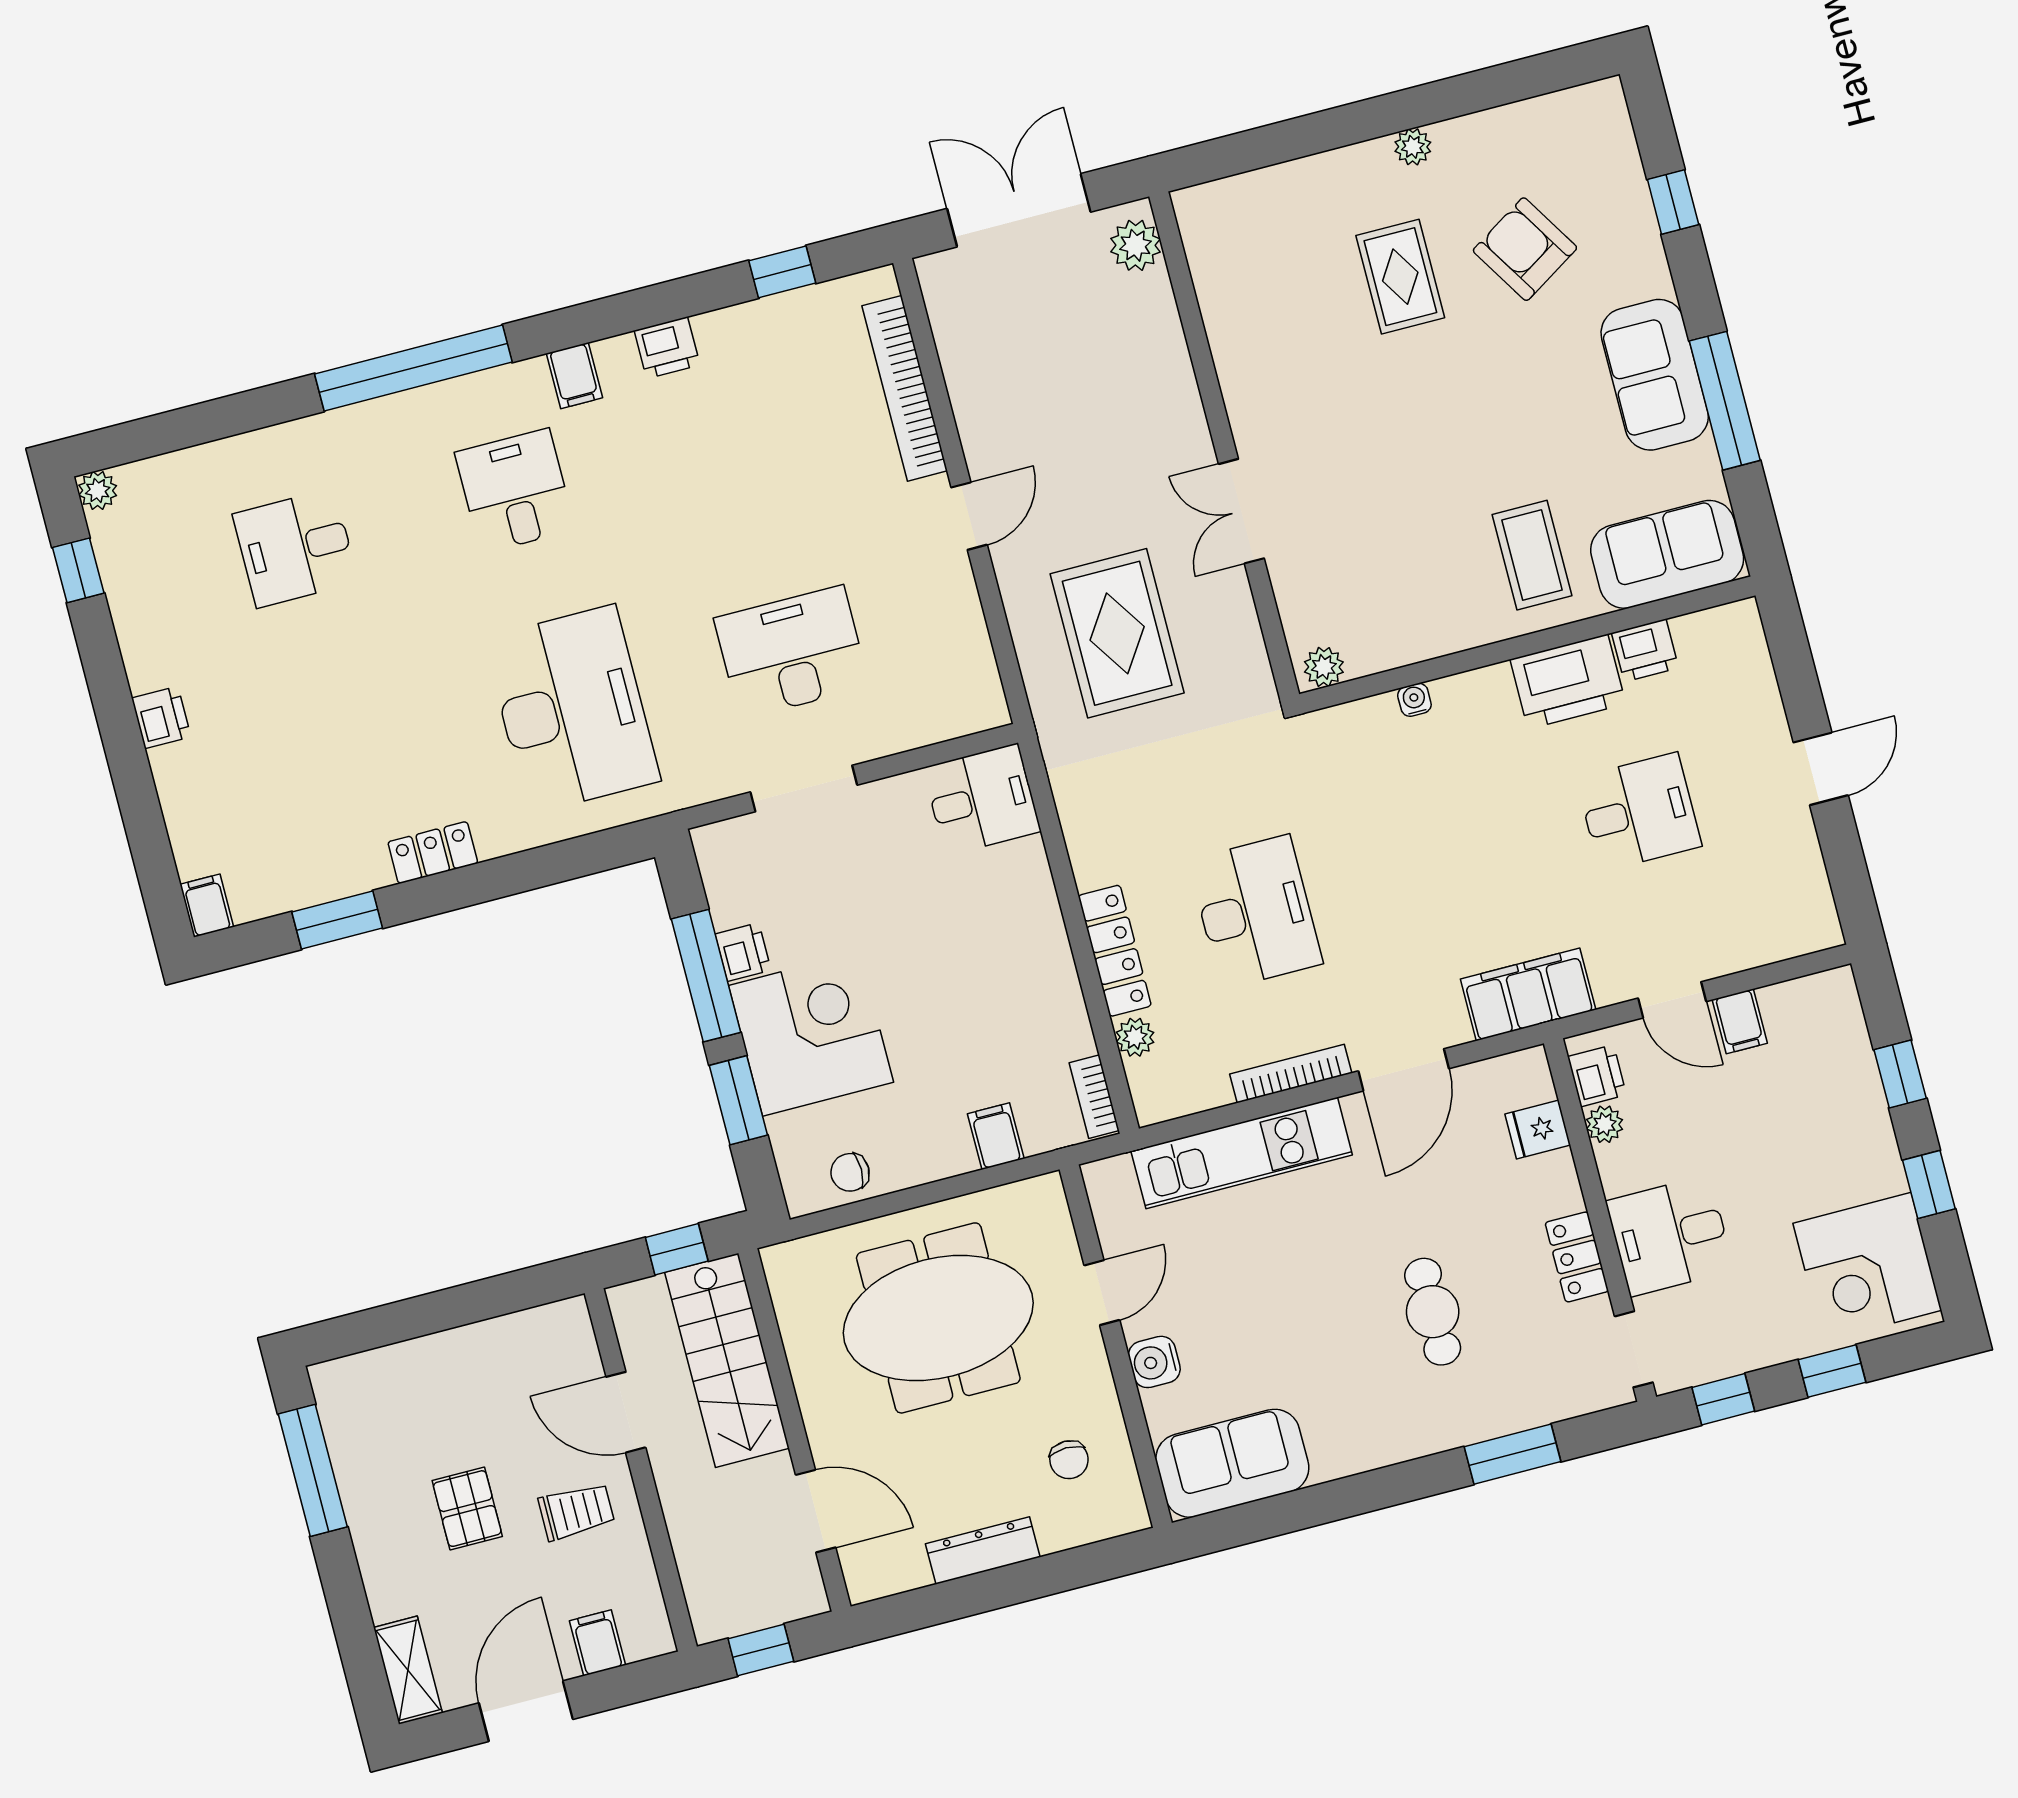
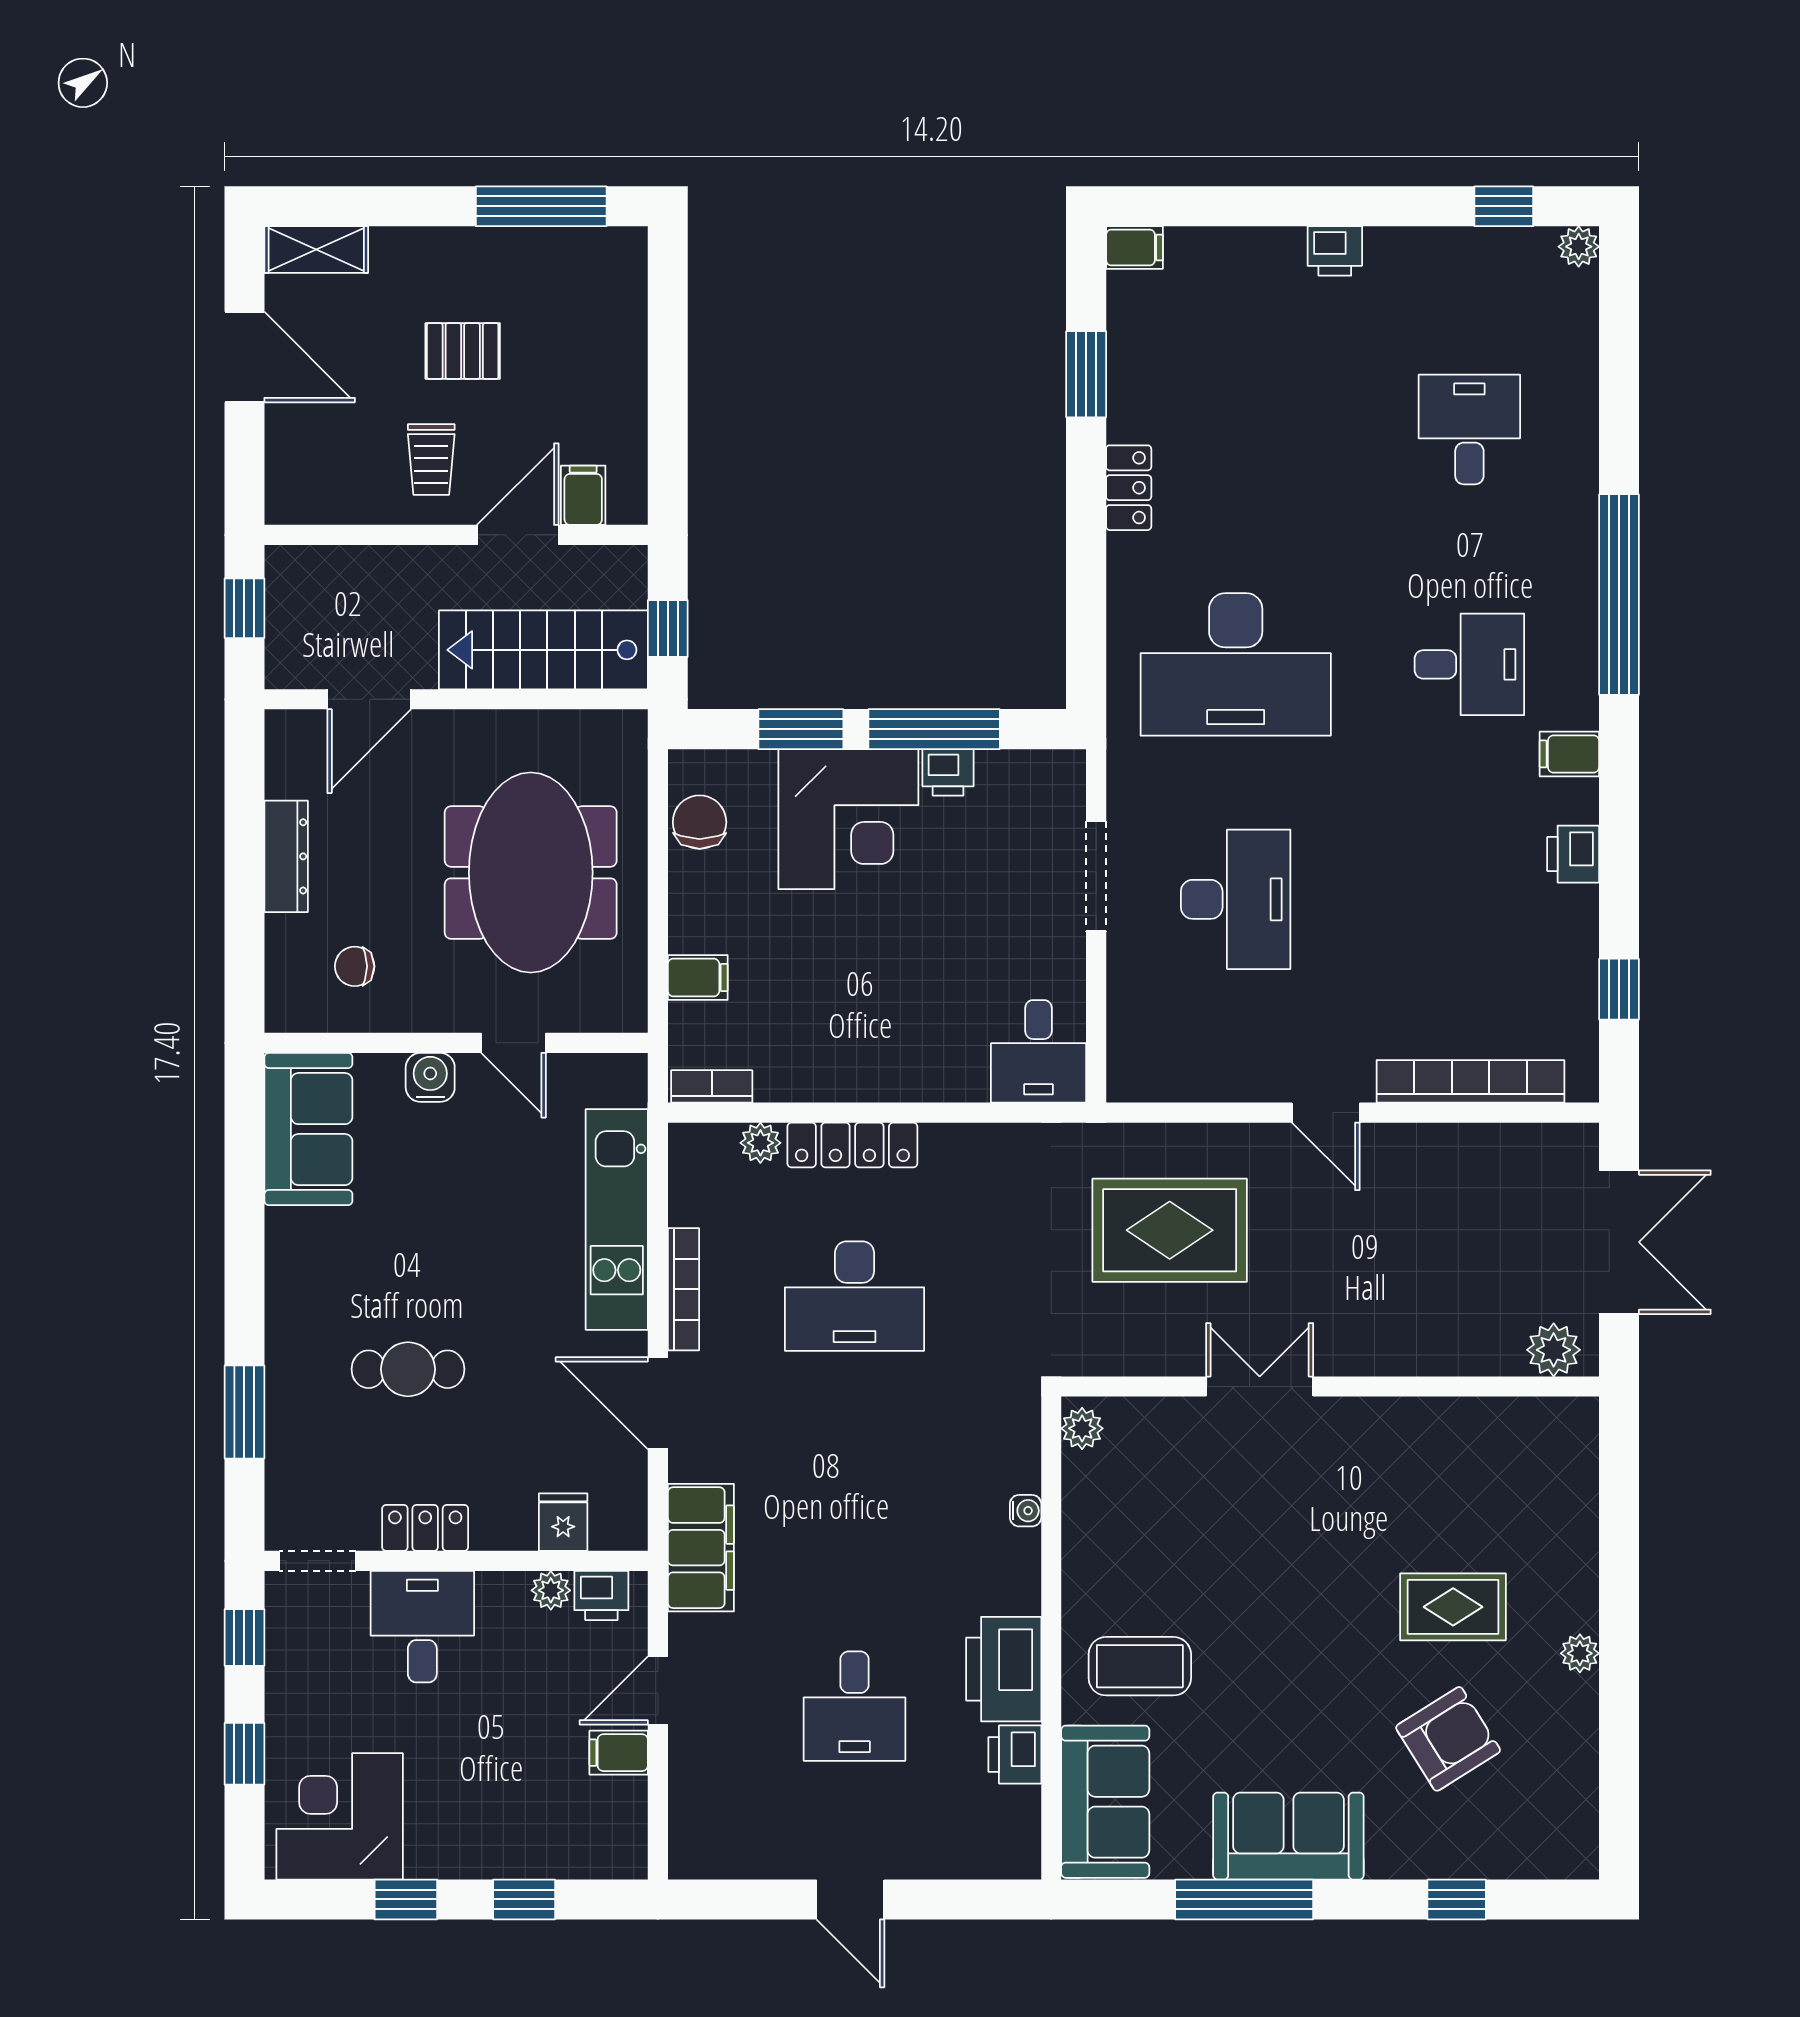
chair: (850, 1172) -> (700, 822), width x1.37, depth x1.37
filing cabinet: (598, 1643) -> (583, 495), moved, turned -90

